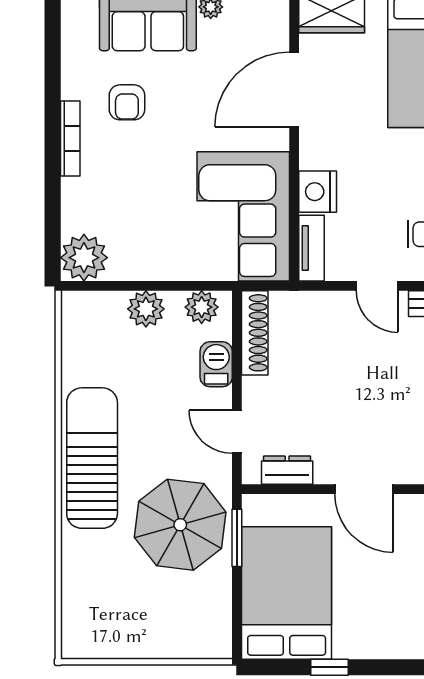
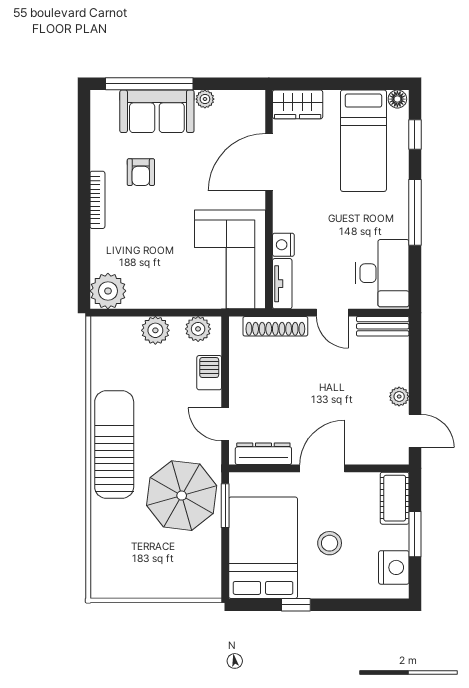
nightstand: (318, 192) -> (283, 245), width x0.74, depth x0.75
shoe rack: (255, 333) -> (275, 326), moved, turned 90
dresser: (287, 470) -> (263, 454), width x1.44
door: (364, 489) -> (322, 468), swing flipped
stool: (373, 587) -> (330, 543), added

